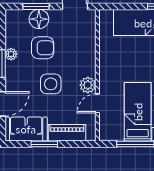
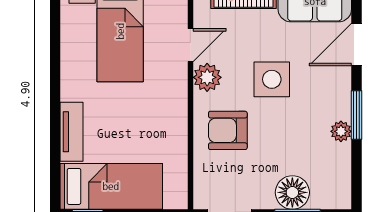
armchair: (43, 48) -> (228, 130), moved

